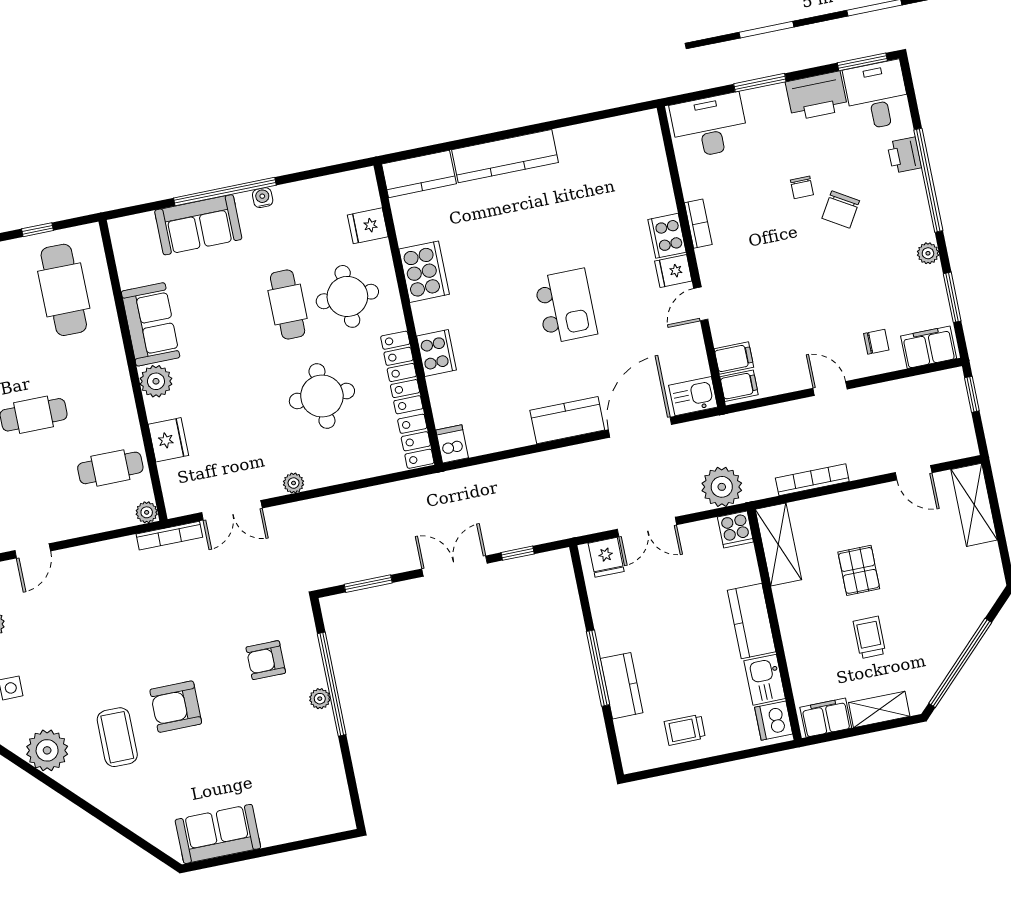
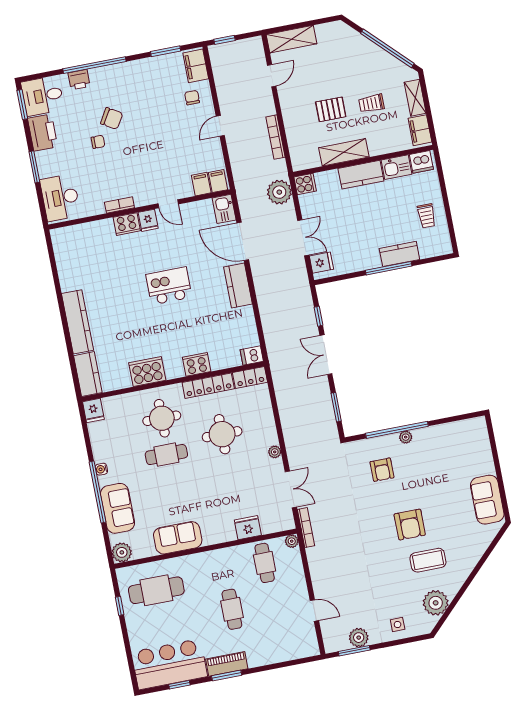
fridge: (368, 226) -> (93, 410), moved
plant: (928, 253) -> (139, 66), removed
plant: (156, 381) -> (122, 552), moved
shelving: (778, 544) -> (344, 152), moved

